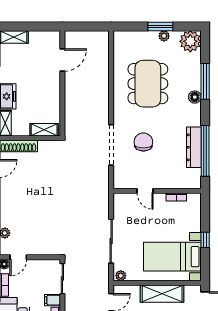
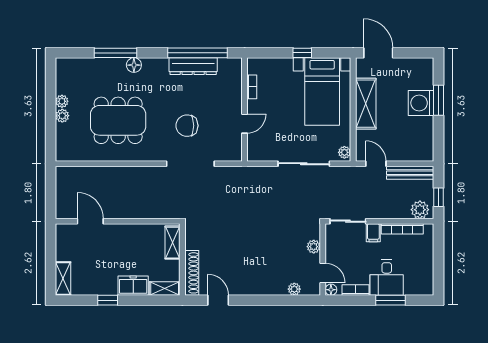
window: (160, 26) -> (51, 106), removed
plant: (190, 41) -> (62, 116), moved, width x0.53, depth x0.53
plant: (41, 249) -> (314, 247), added

